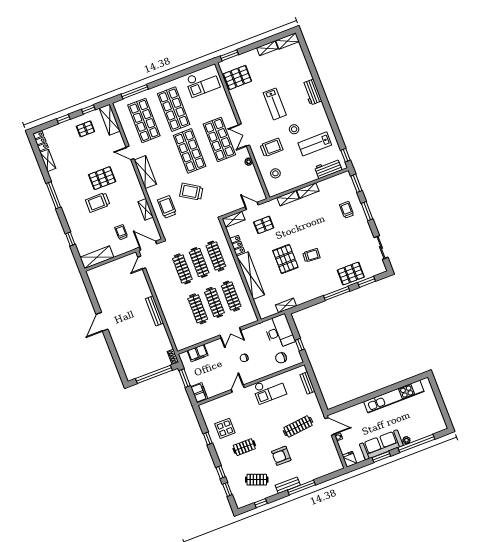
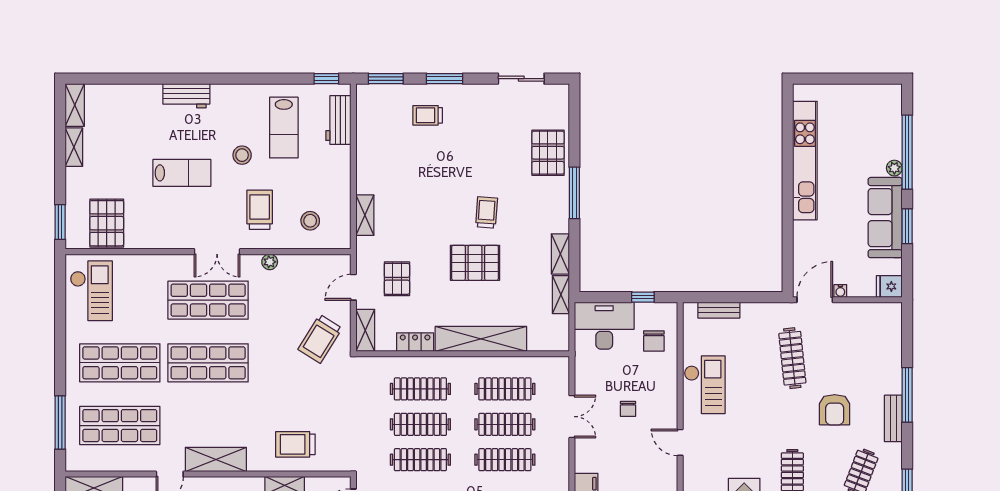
shelving: (308, 191) -> (560, 254), moved
trolley: (191, 192) -> (320, 339), moved
window: (367, 282) -> (574, 130), removed

